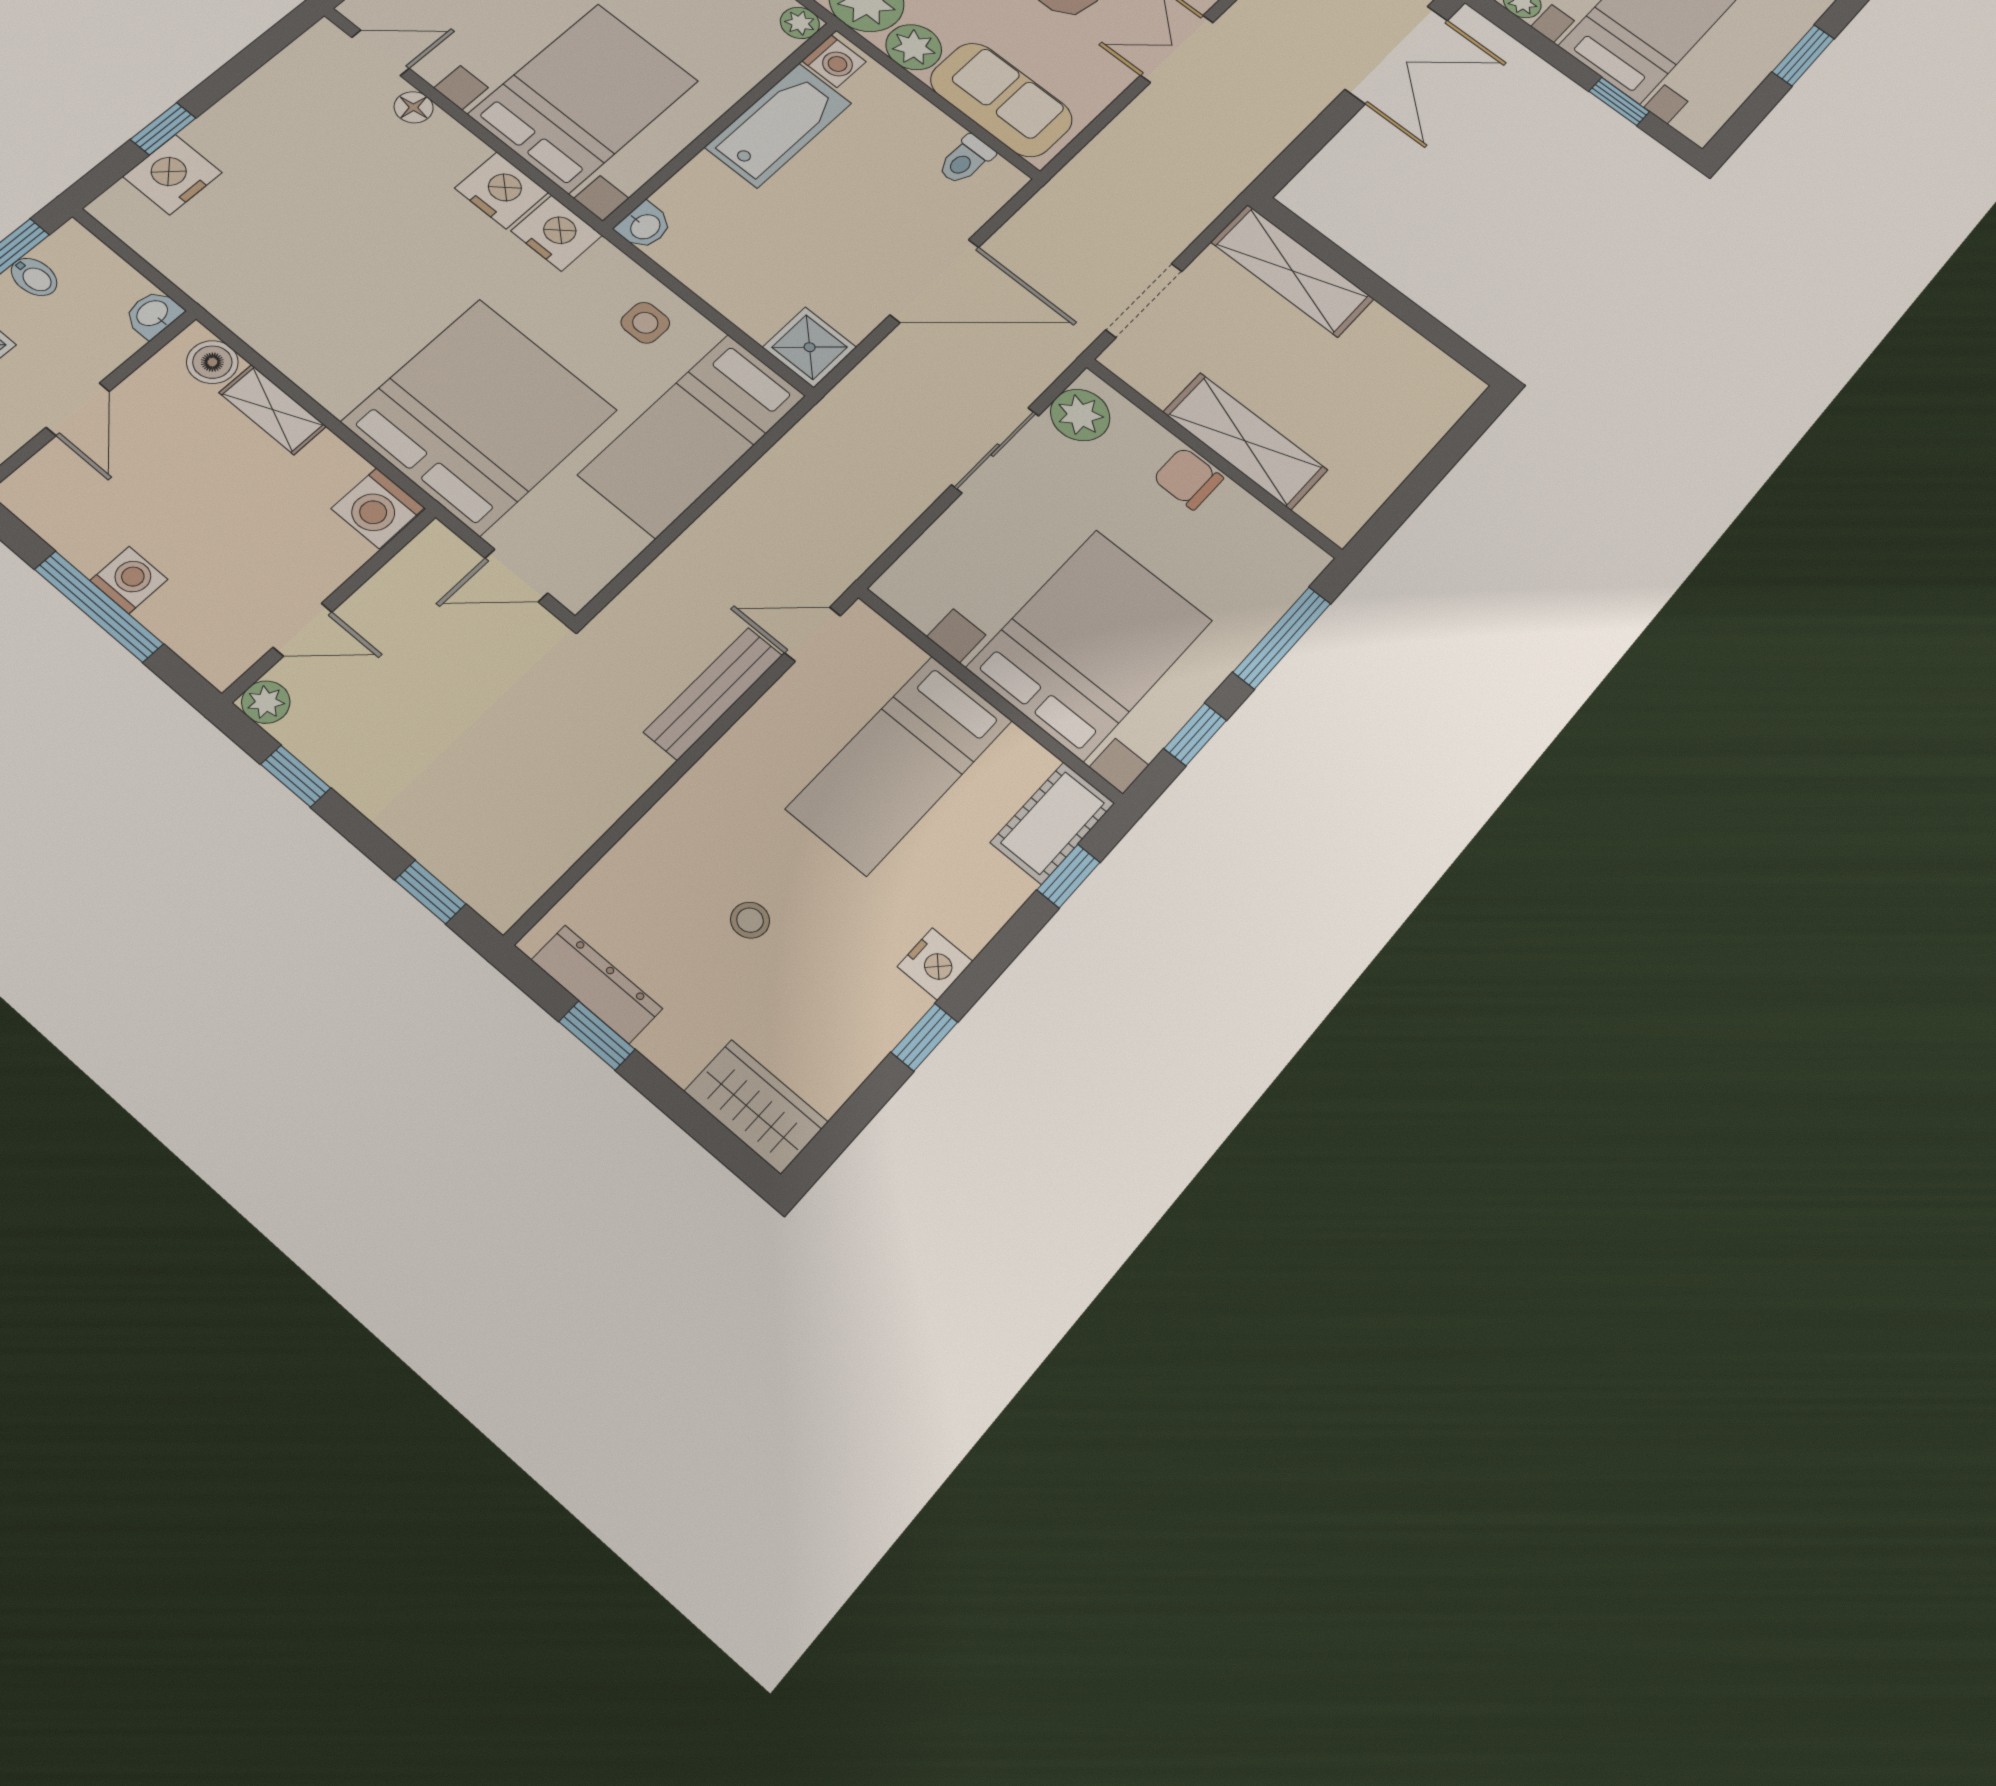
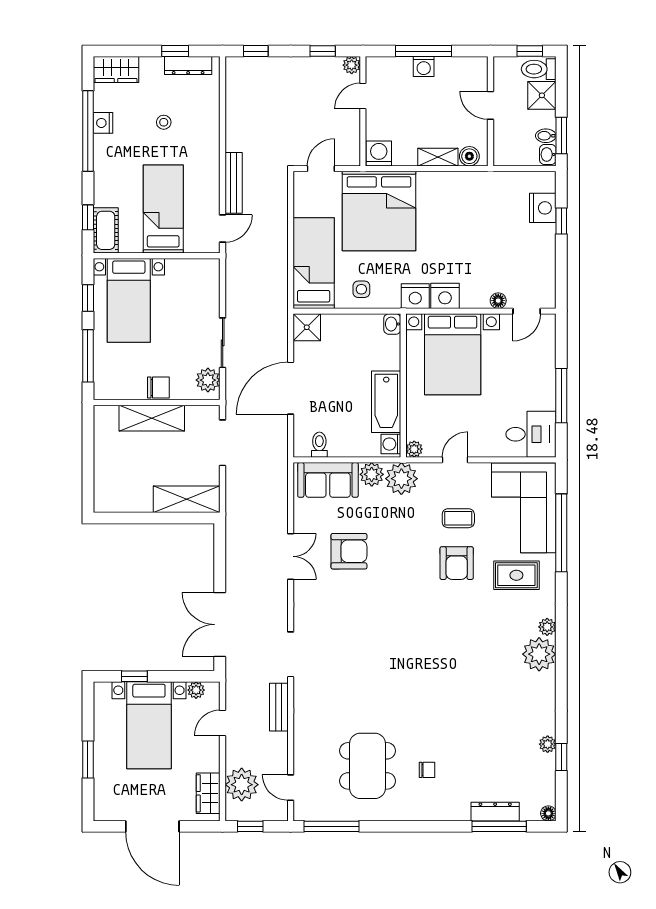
washbasin: (153, 314) -> (548, 154), moved, turned 180
bed with nightstands: (1090, 644) -> (129, 300), width x0.73
nightstand: (935, 964) -> (103, 123), moved
window: (924, 1037) -> (88, 131), width x3.17

